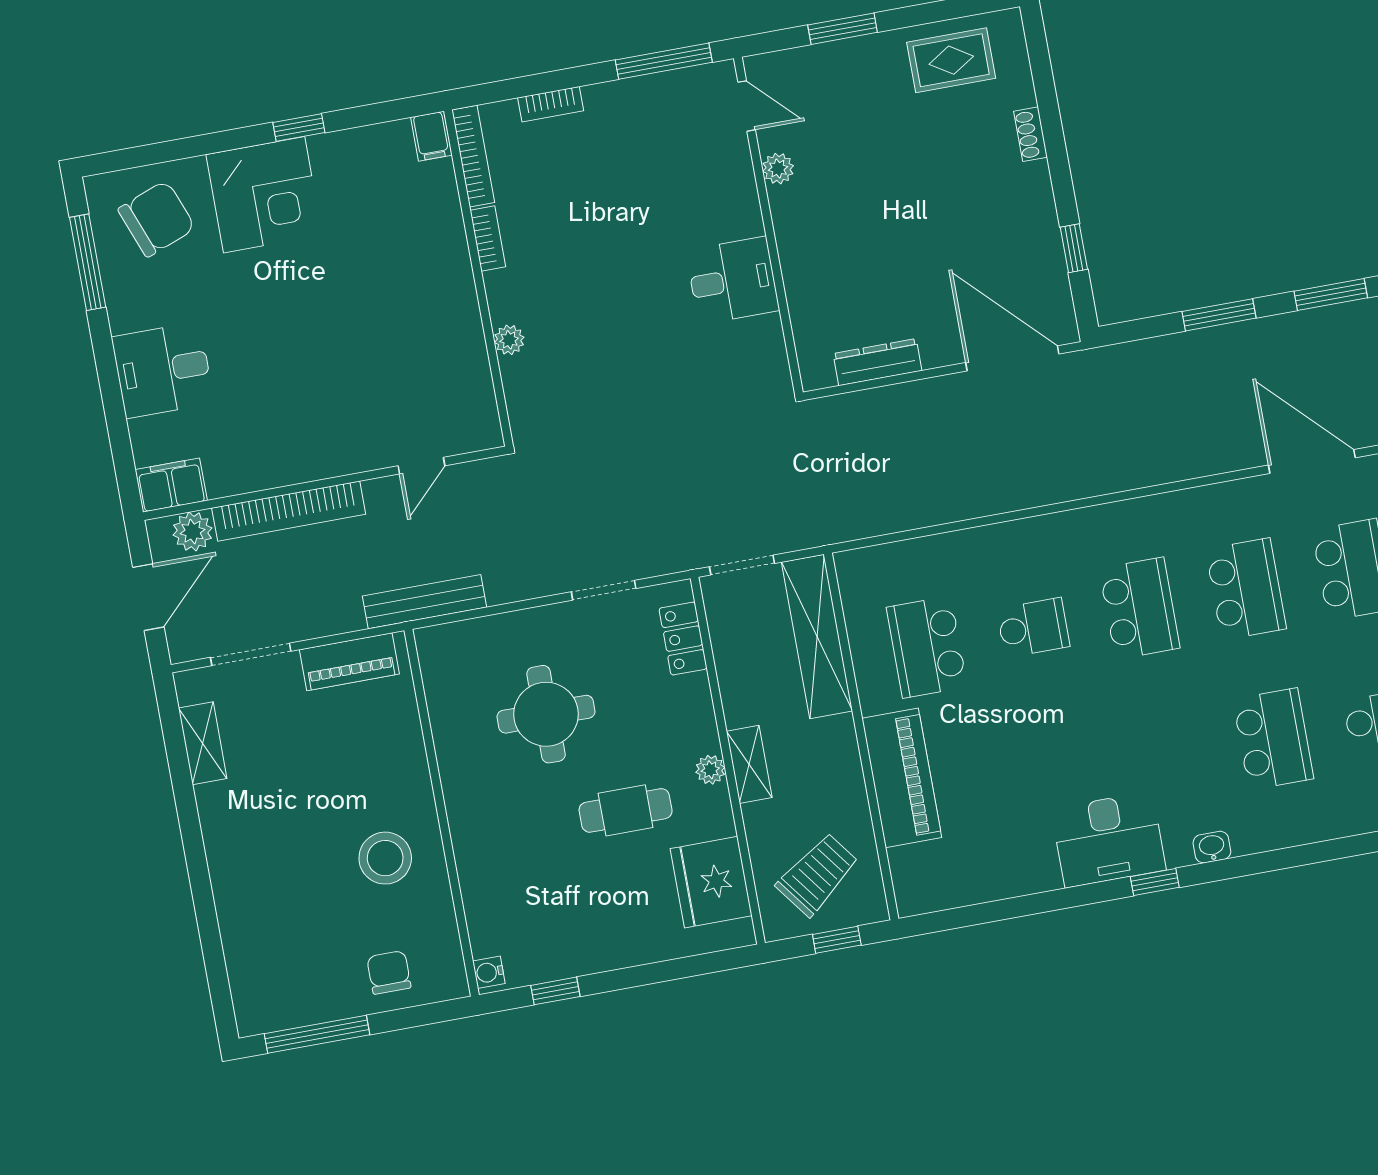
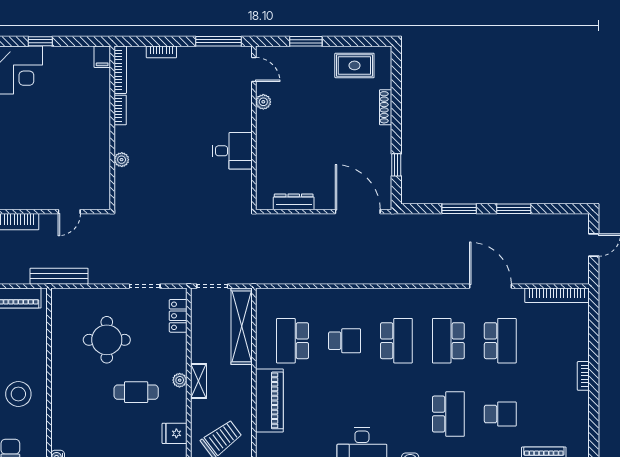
shoe rack: (1031, 134) -> (386, 107), width x1.43
school desk: (1246, 589) -> (448, 341), turned 180
fridge: (711, 882) -> (175, 433), width x0.53, depth x0.75

